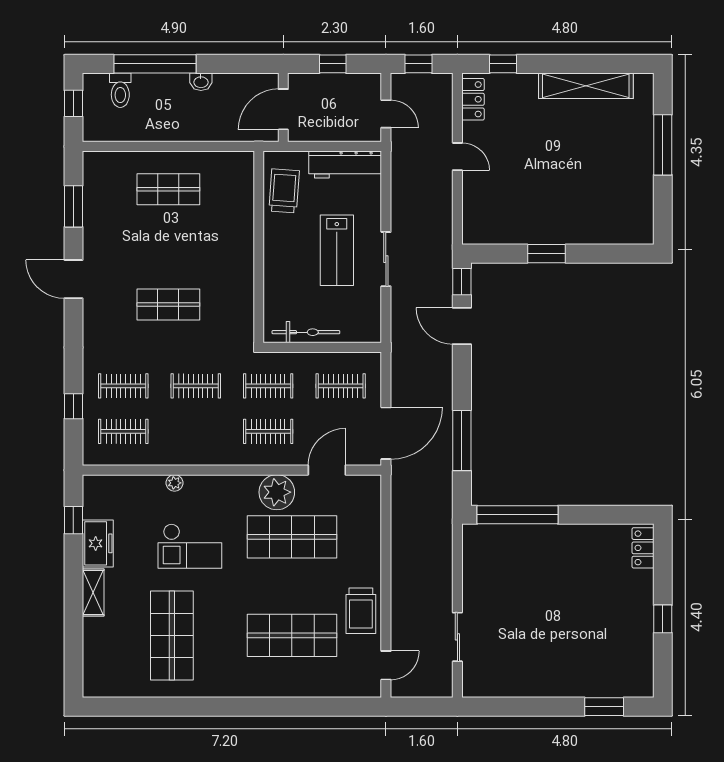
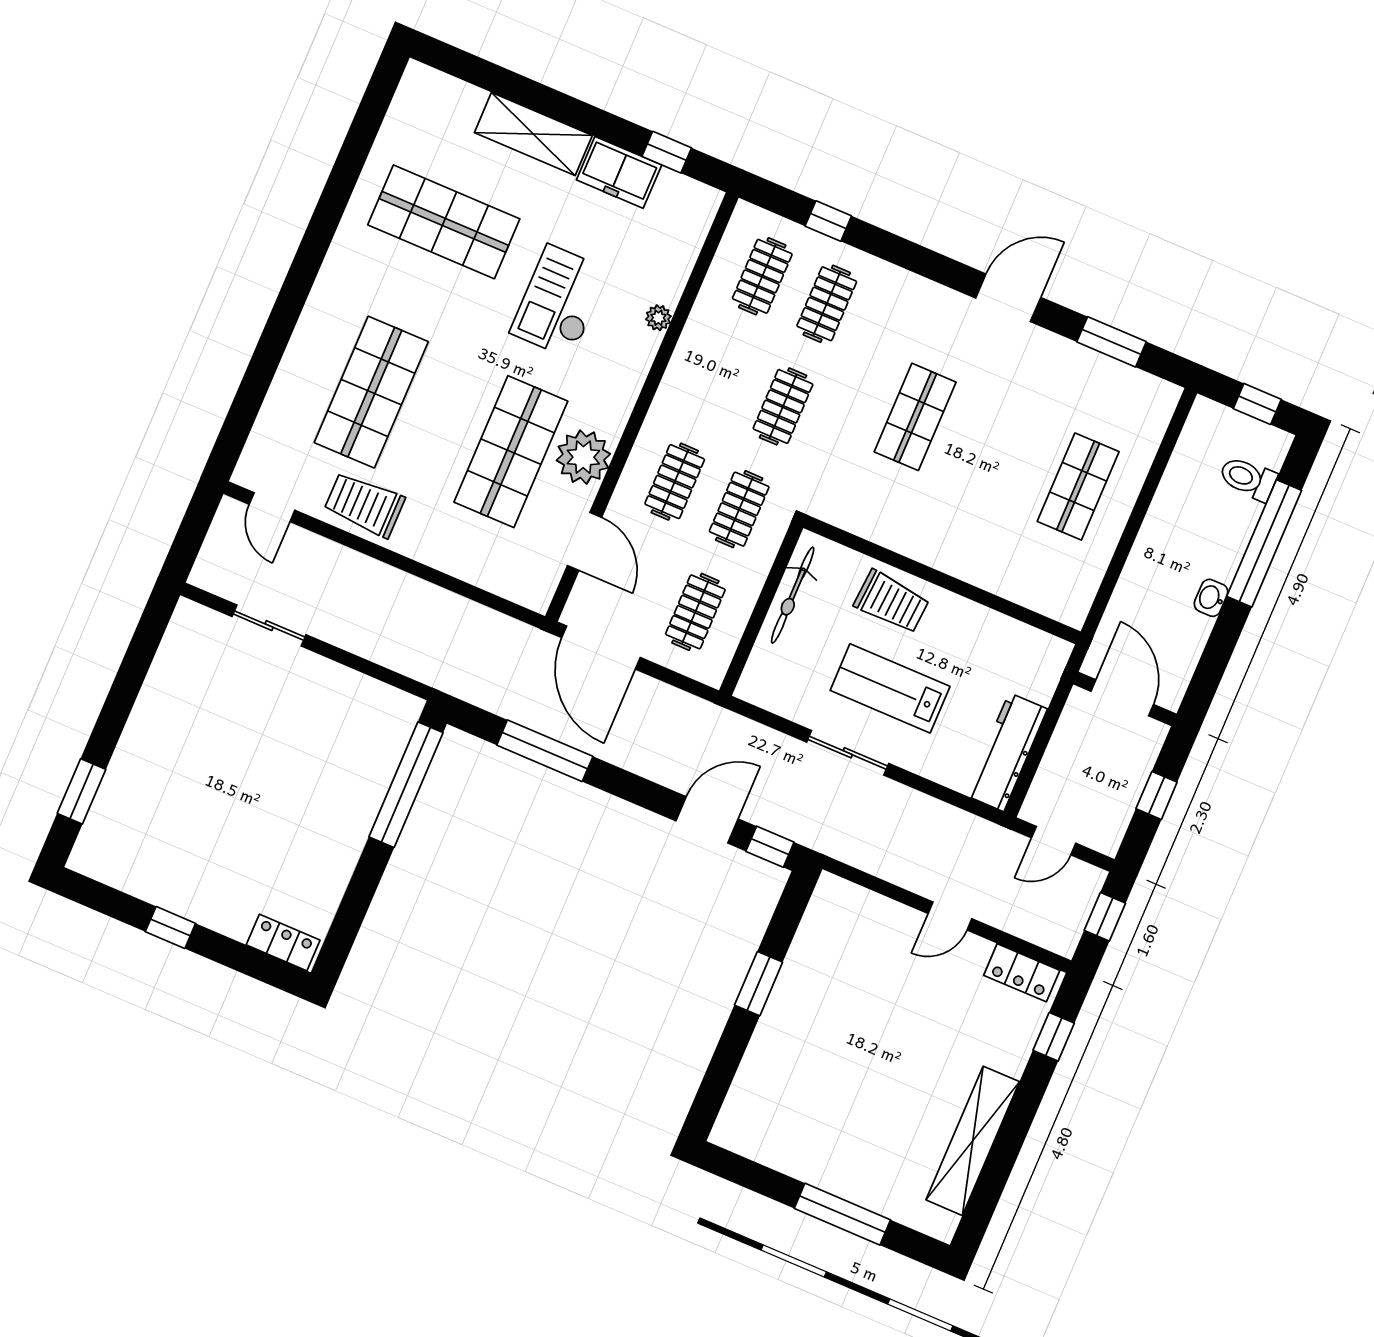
trolley: (284, 191) -> (892, 602), moved
shelving: (93, 593) -> (533, 134), width x1.50, depth x1.33

